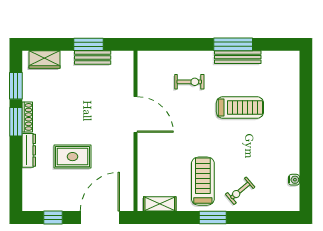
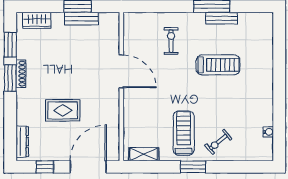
bench: (238, 57) -> (222, 18), width x0.73
exercise bike: (189, 82) -> (171, 41), turned -90
dresser: (29, 150) -> (22, 142), moved

